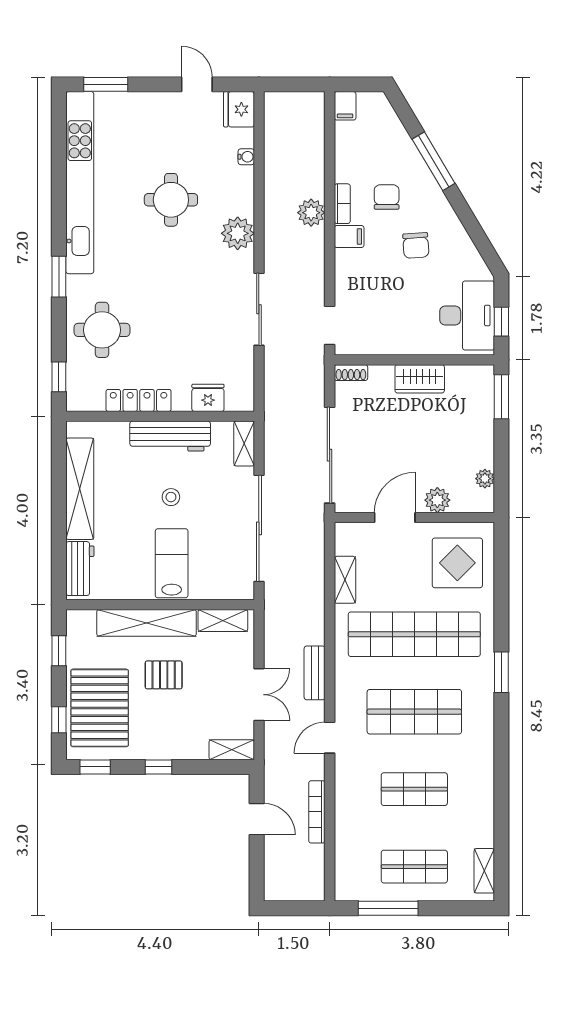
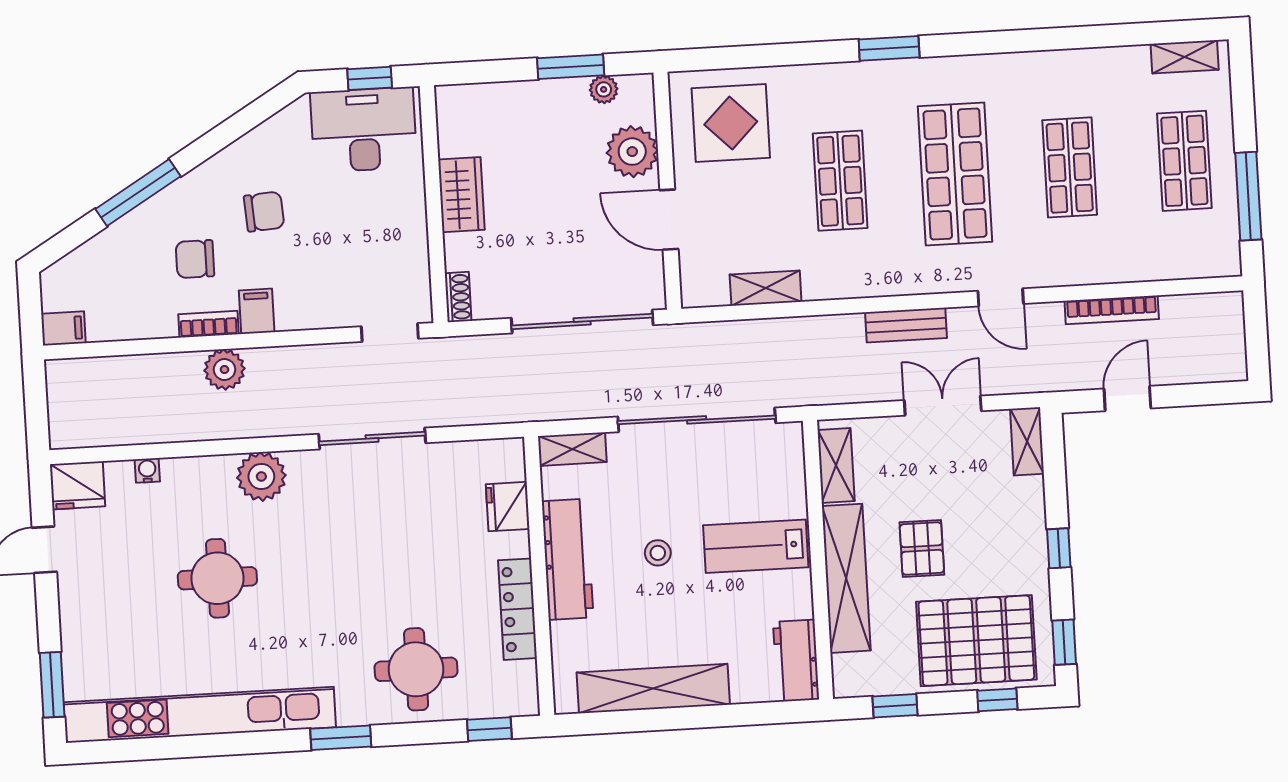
window: (501, 397) -> (571, 67), moved
plant: (437, 500) -> (632, 152), width x1.36, depth x1.36
workbench: (80, 569) -> (796, 661), moved, turned -90
shop shelf: (414, 634) -> (840, 181), width x0.50, depth x0.74

